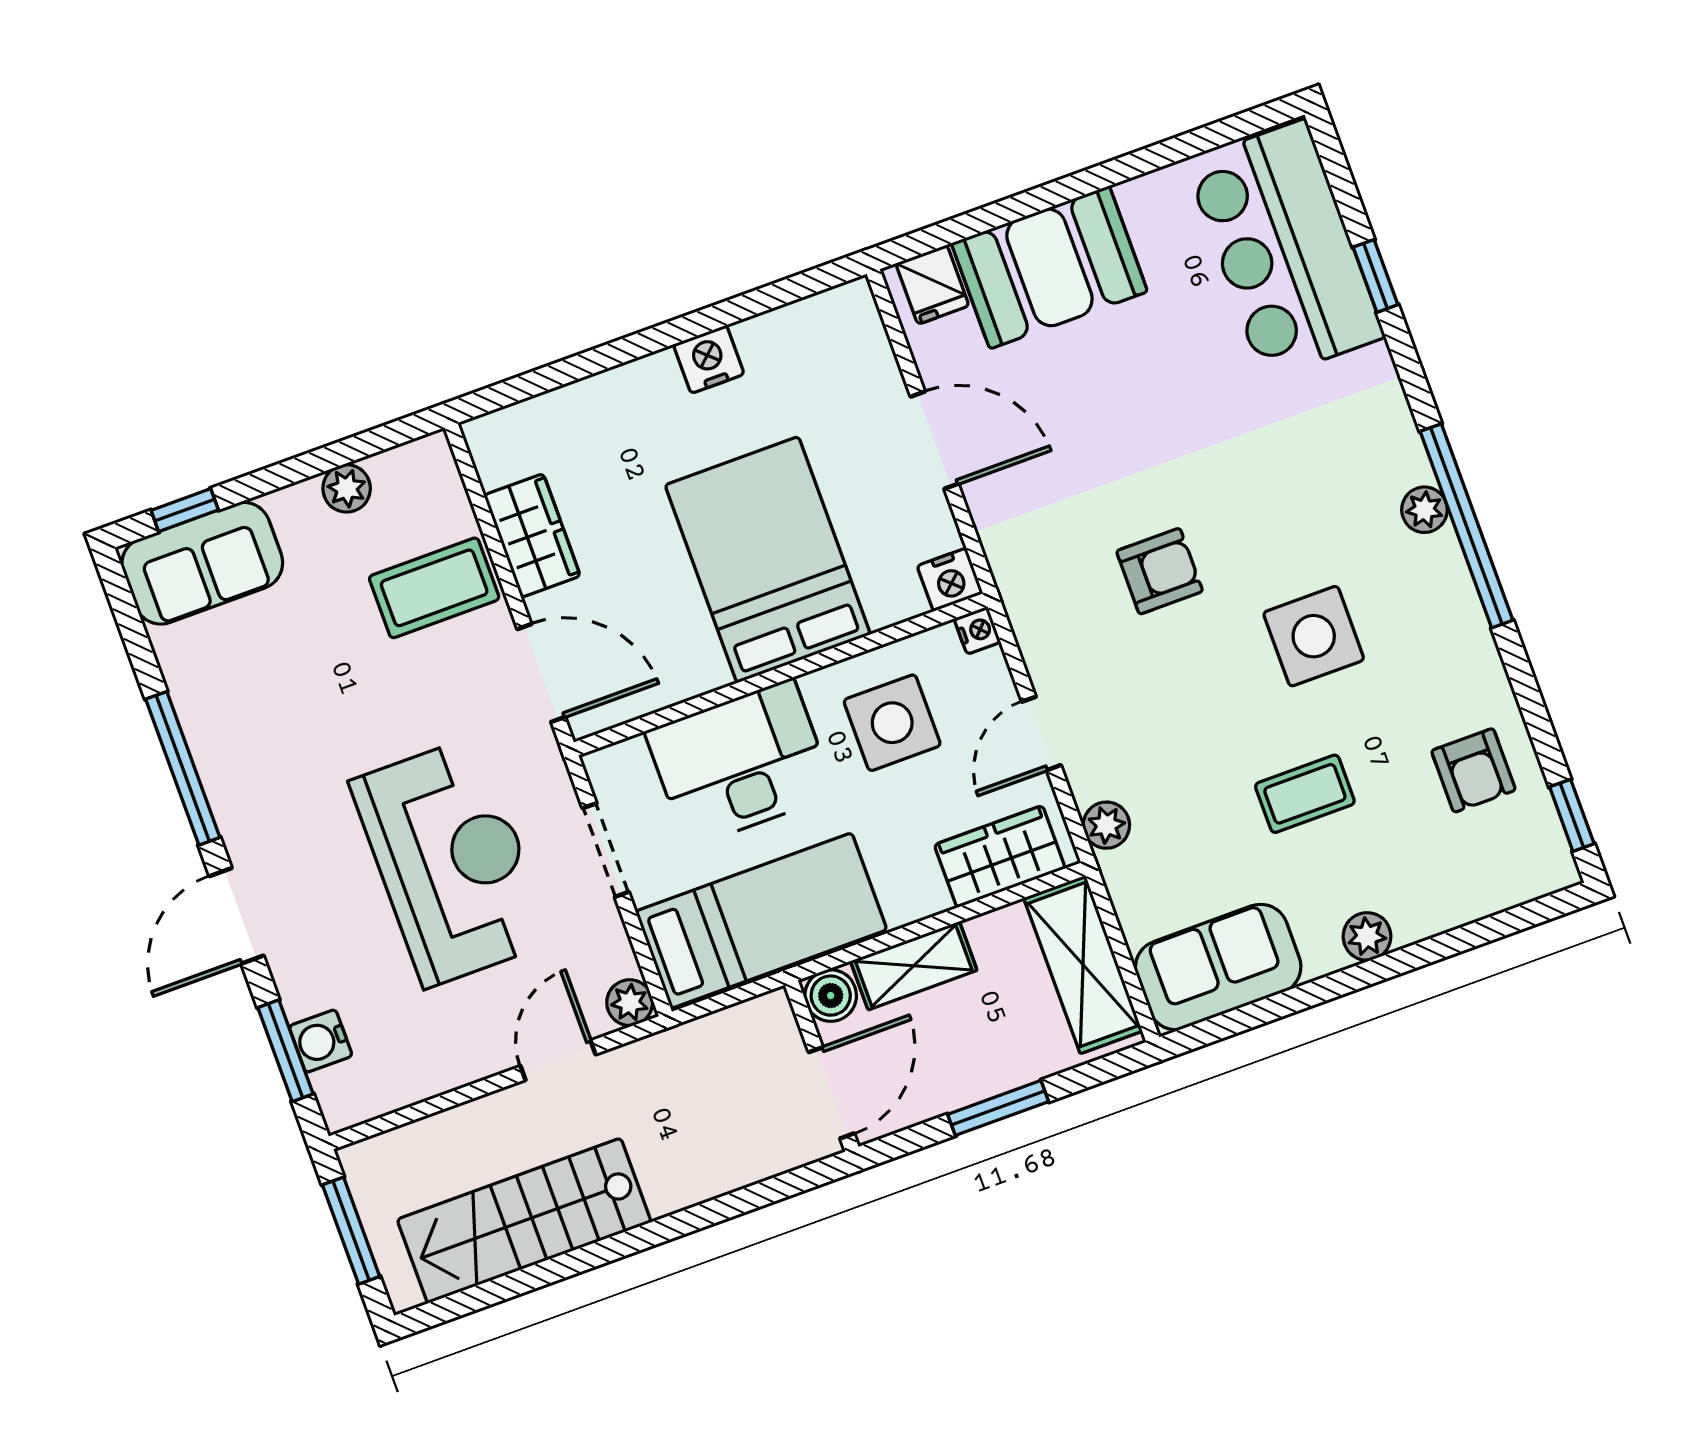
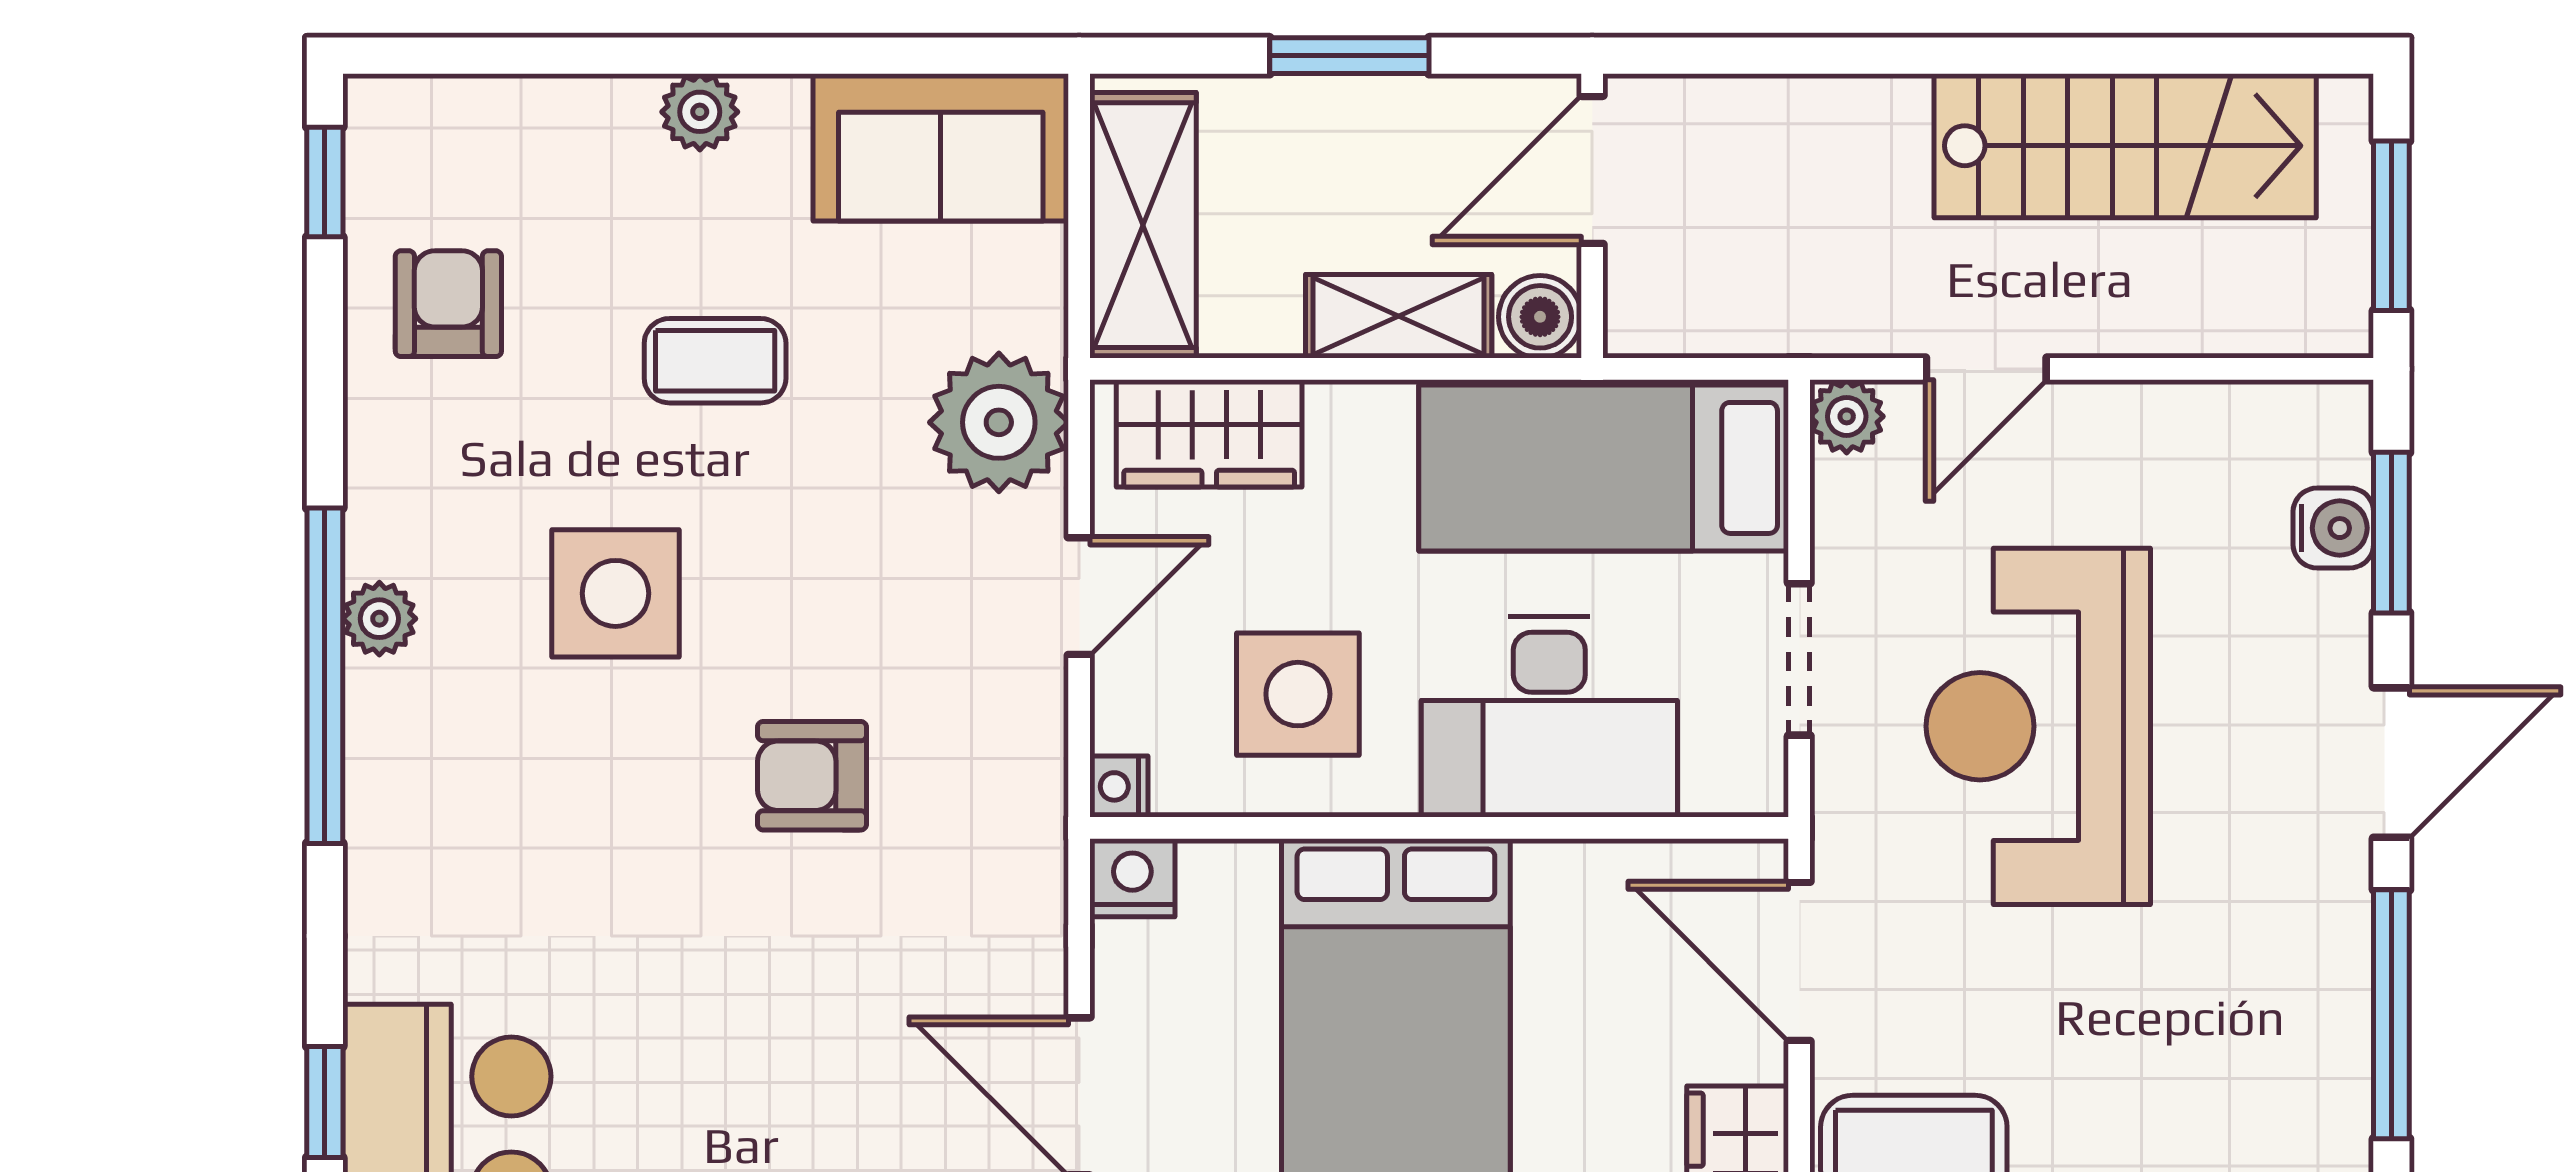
plant: (1424, 510) -> (379, 619), moved
plant: (1106, 825) -> (999, 422), width x1.87, depth x1.87

